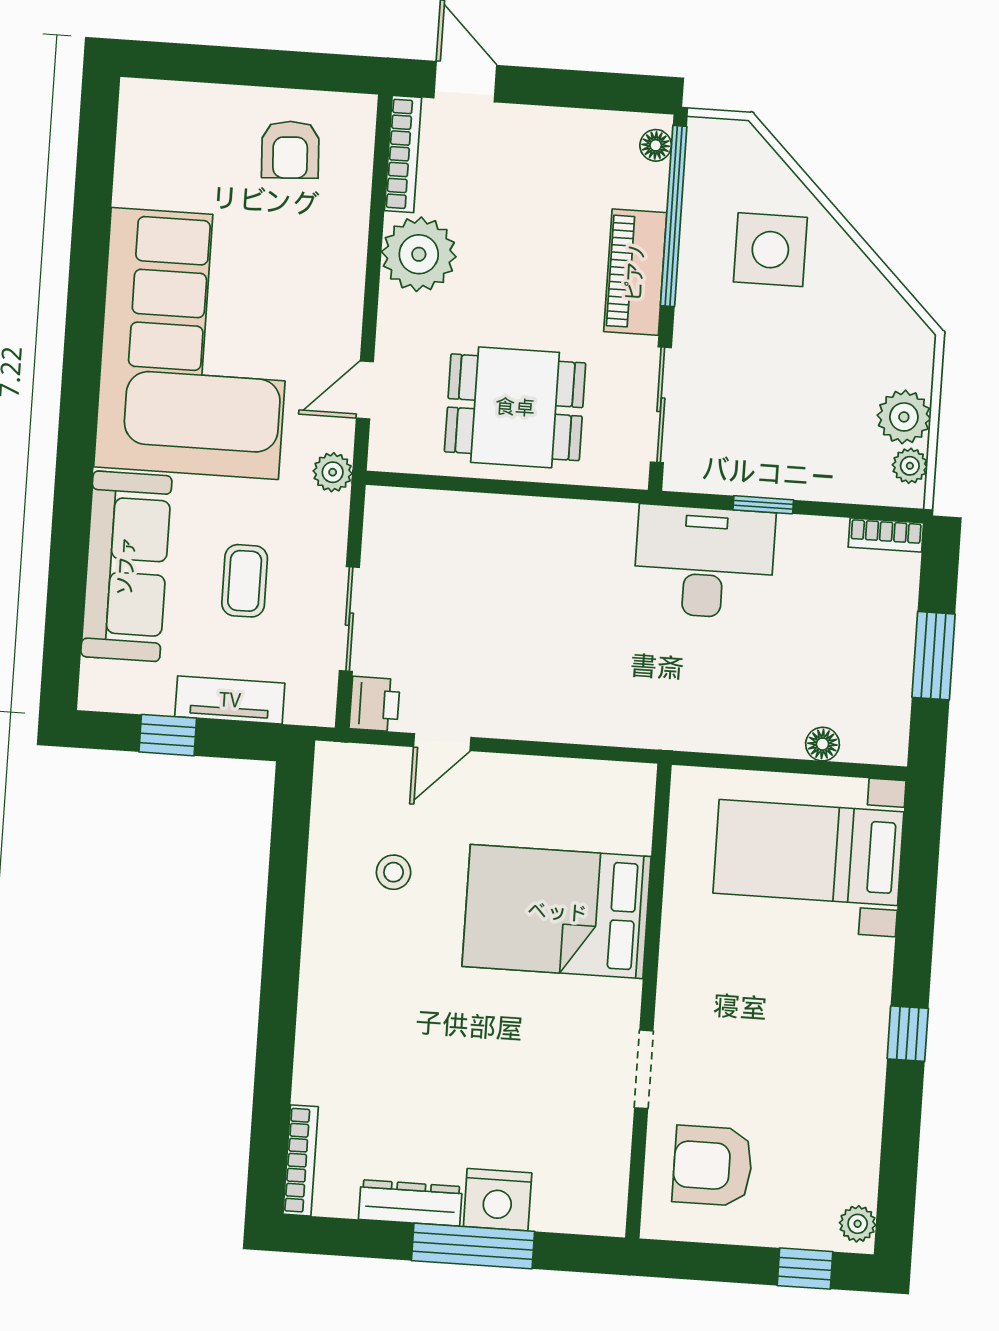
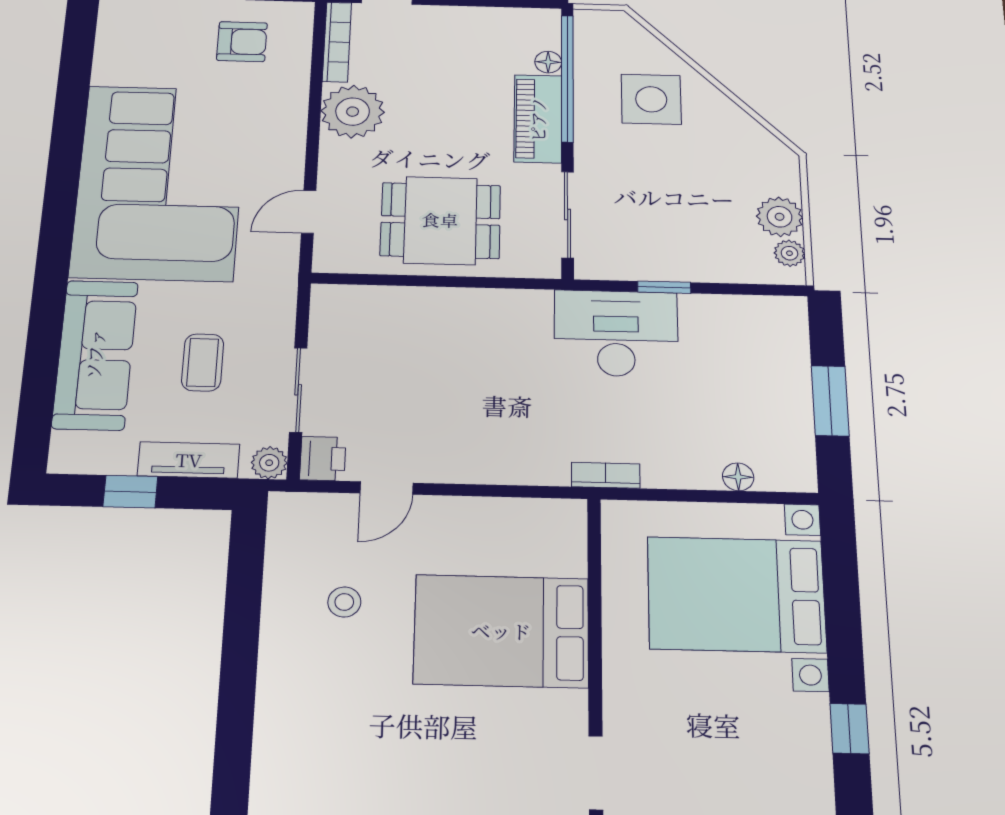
floor lamp: (656, 145) -> (548, 62), moved
armchair: (290, 150) -> (242, 42), turned -87
plant: (333, 472) -> (269, 463), moved
bookcase: (886, 535) -> (606, 475), moved, turned 180
bed with nightstands: (808, 852) -> (736, 594), width x1.36

